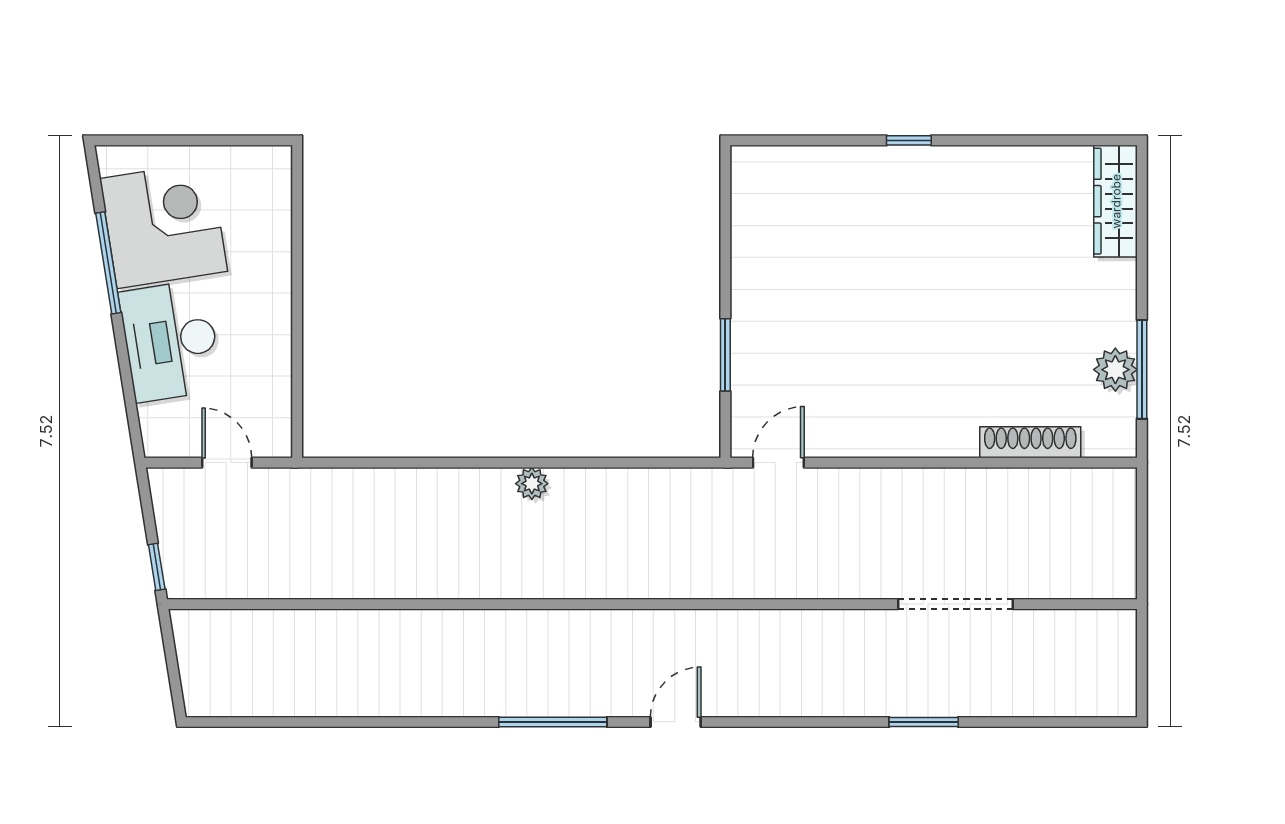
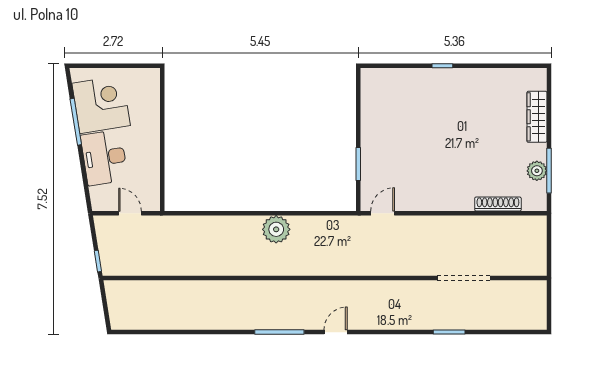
wardrobe: (1116, 201) -> (537, 117), moved
plant: (532, 484) -> (276, 229), width x1.87, depth x1.87

